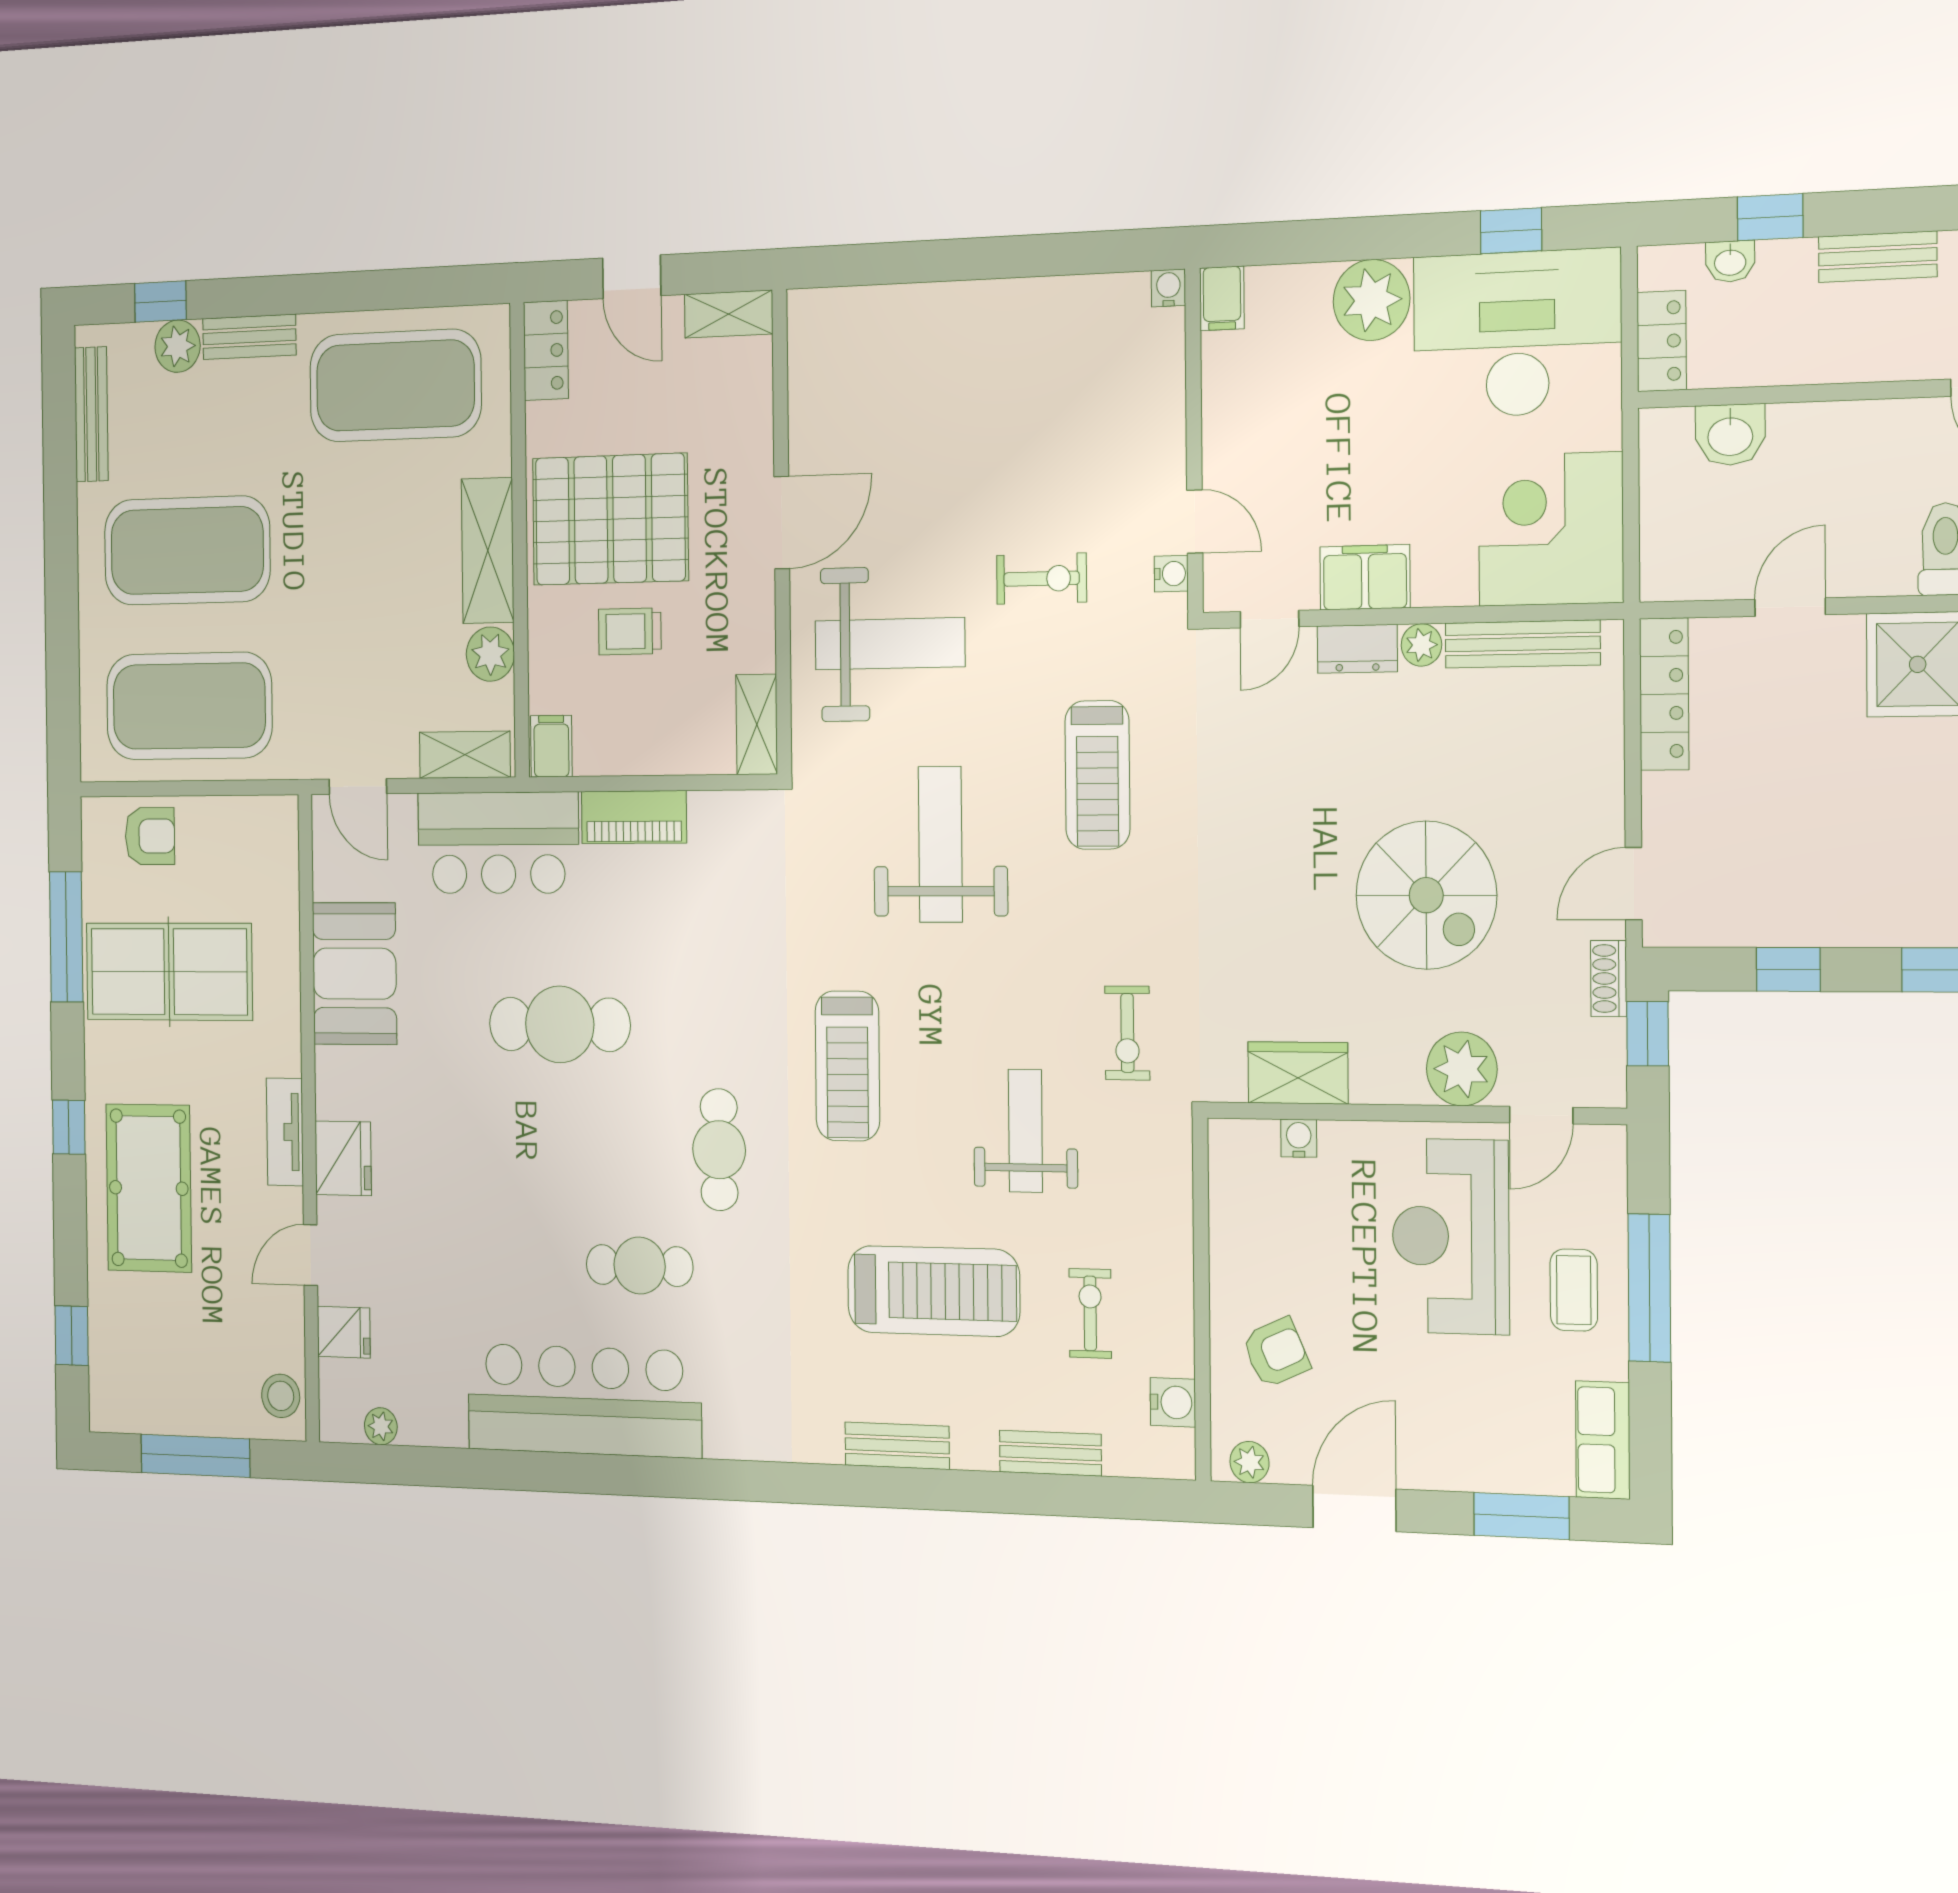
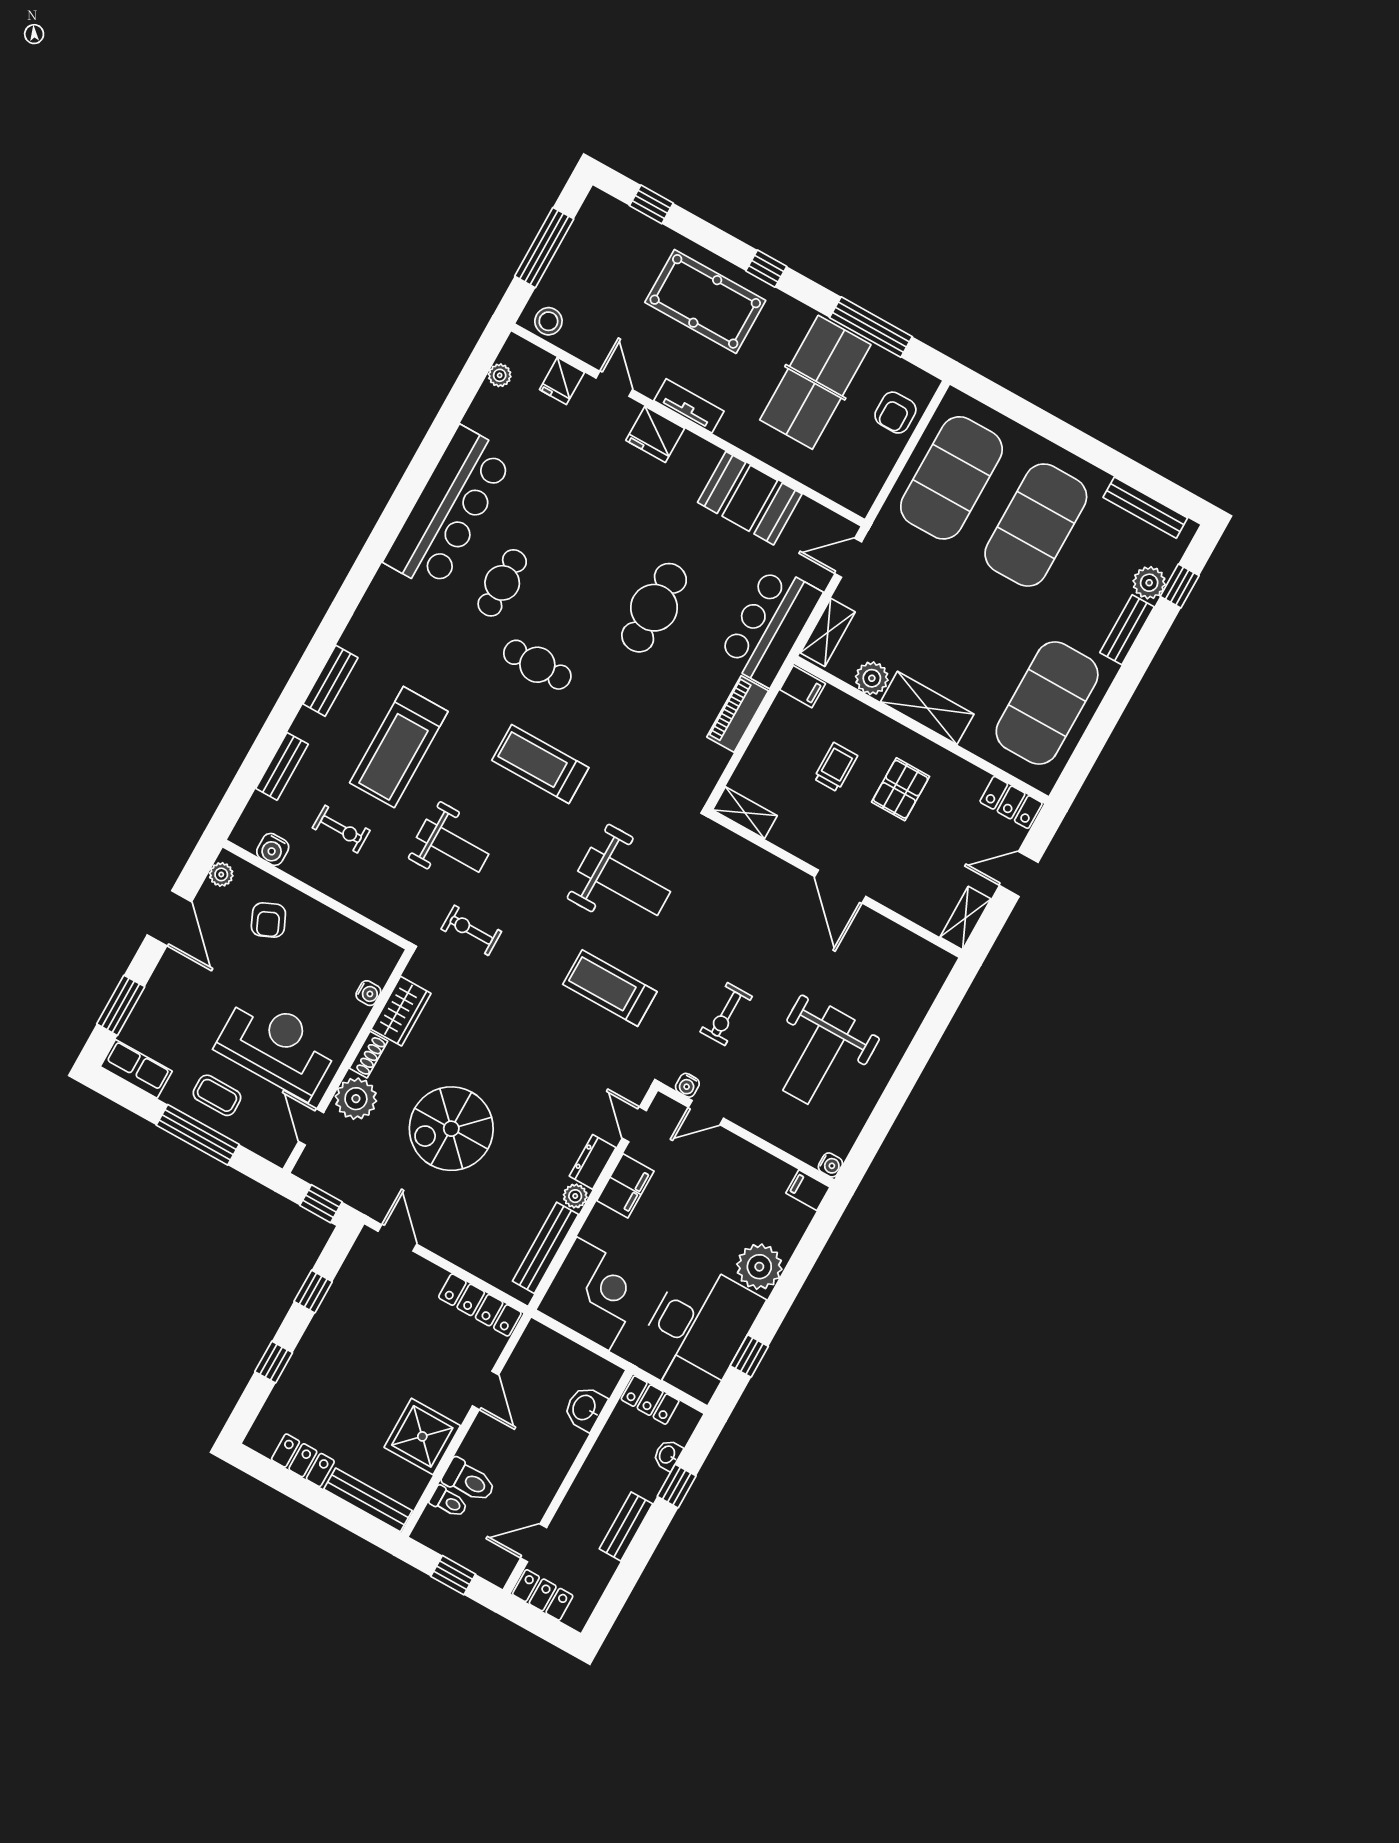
pallet: (610, 519) -> (901, 789), width x0.49, depth x0.50
weight bench: (890, 644) -> (819, 1055), moved
shoe rack: (1609, 979) -> (368, 1055), moved, turned 90

